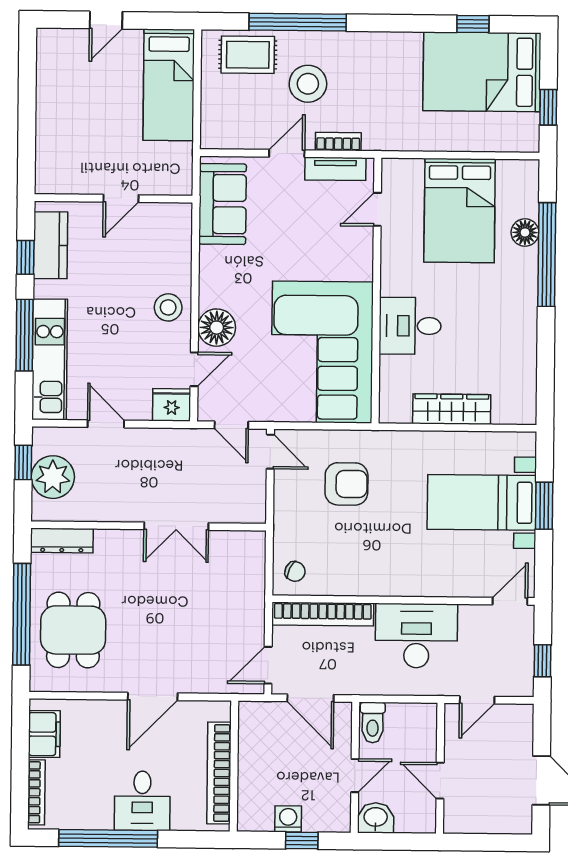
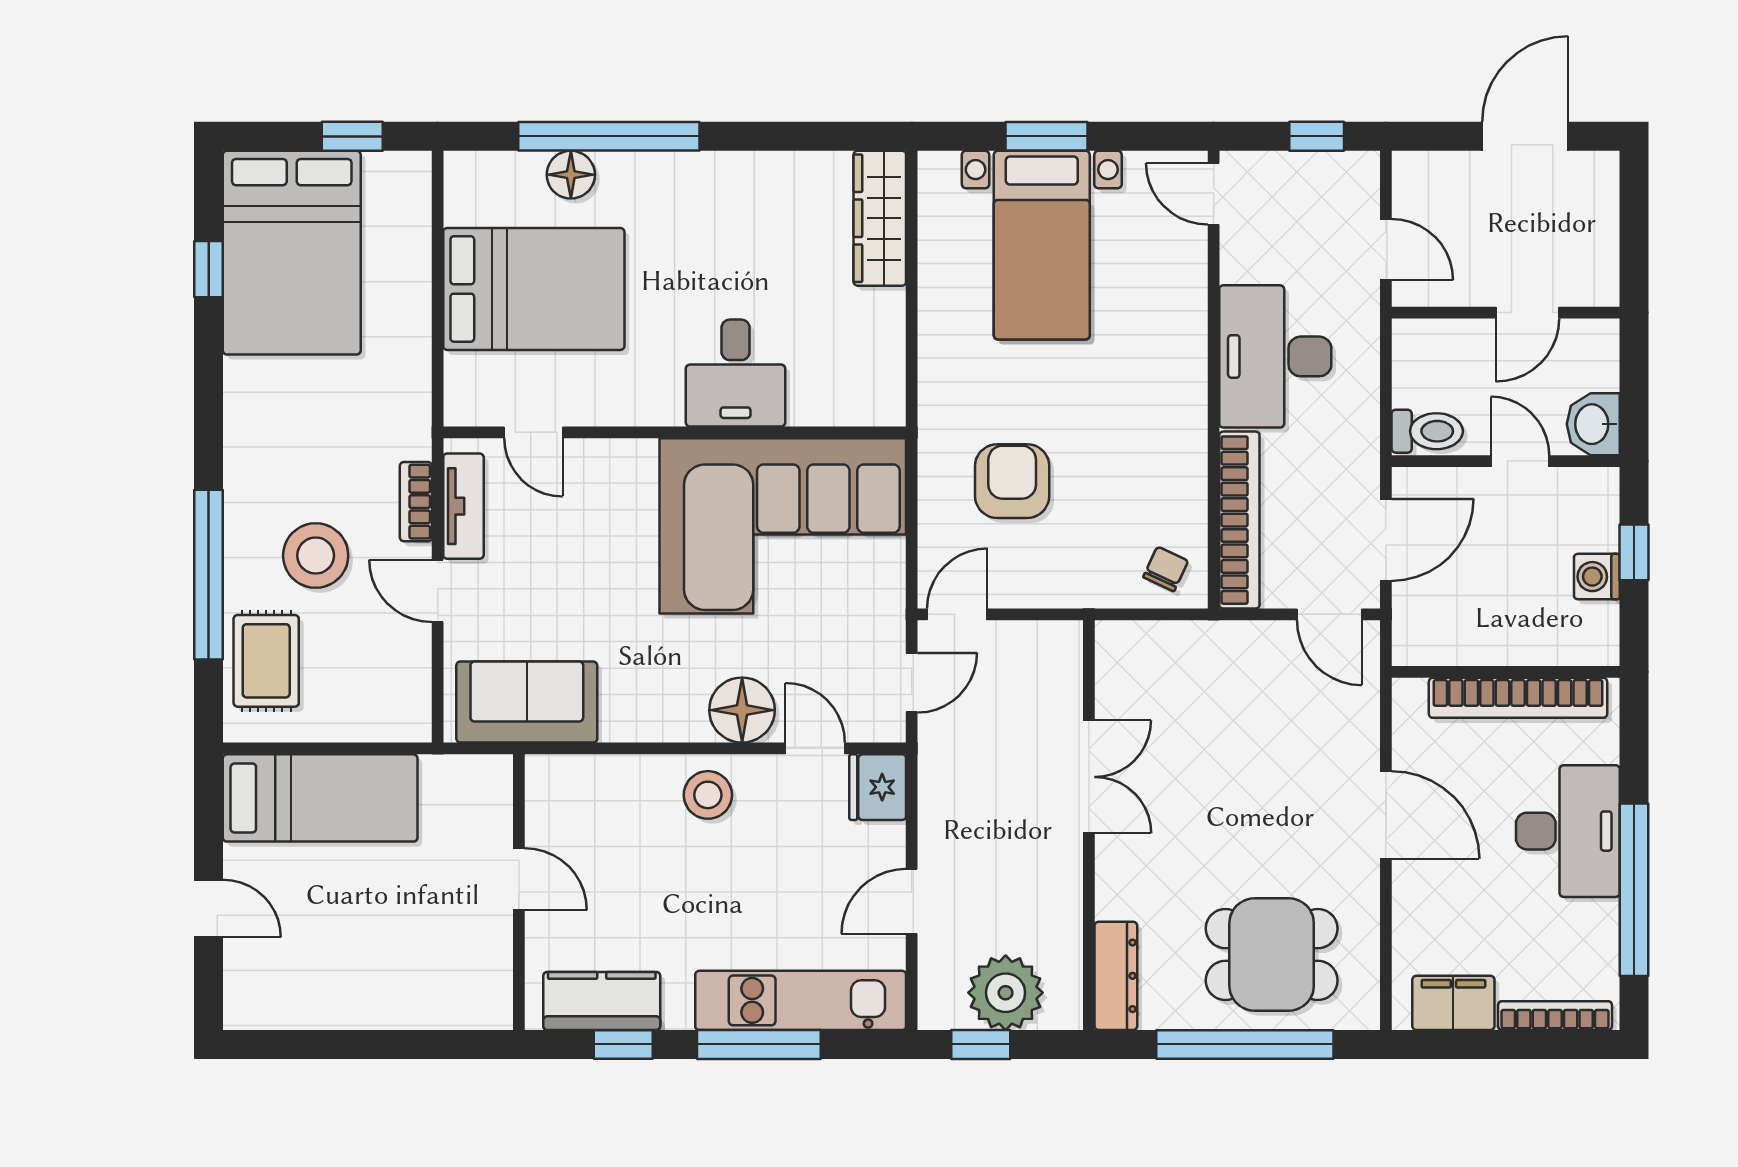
wardrobe: (452, 409) -> (880, 218), moved
desk: (142, 801) -> (1568, 831), width x1.37

